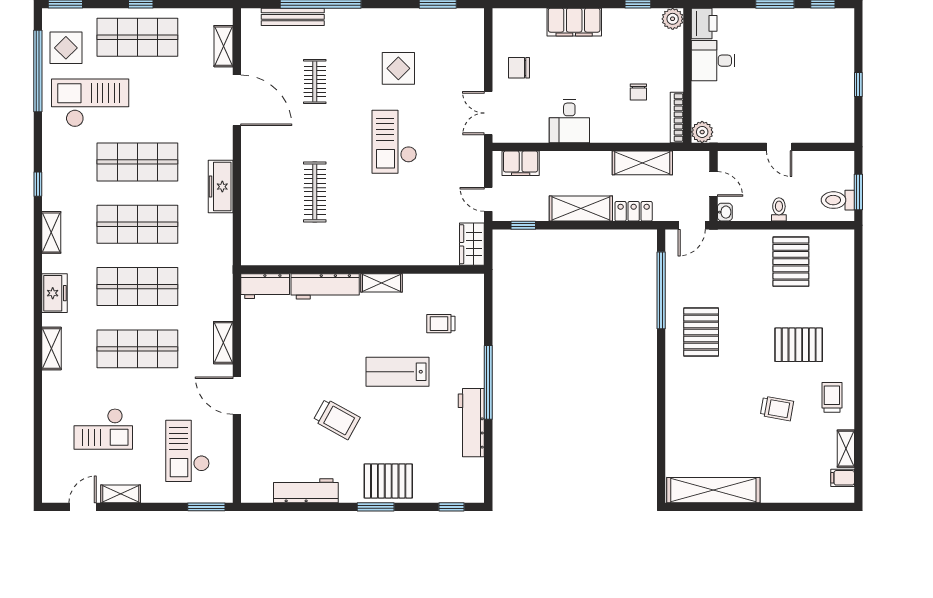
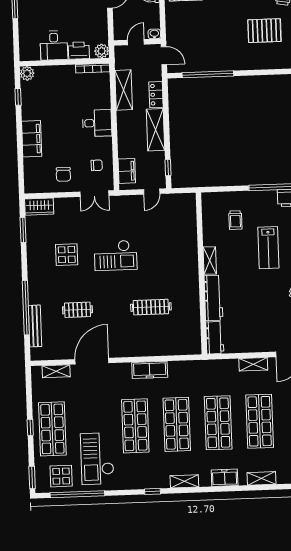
printer: (704, 23) -> (79, 51), moved
chair: (638, 92) -> (97, 165), moved
desk: (569, 121) -> (97, 123), moved
wardrobe: (472, 244) -> (39, 207), moved
pallet: (701, 332) -> (264, 31), moved

